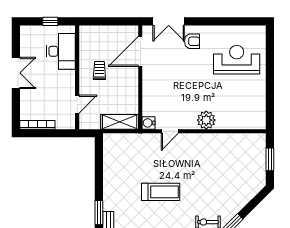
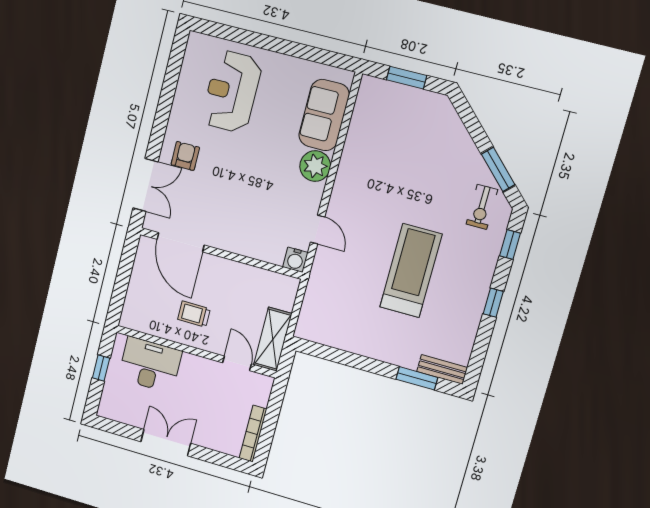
sofa: (237, 118) -> (324, 115), added
shelving: (120, 122) -> (273, 339), moved
treadmill: (161, 192) -> (411, 271), width x1.37, depth x1.38

